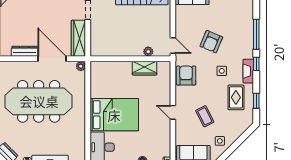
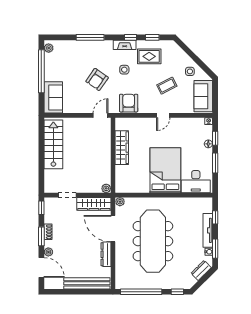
armchair: (211, 42) -> (97, 79), turned 102
plant: (148, 52) -> (106, 188), moved
door: (52, 59) -> (113, 229), hinge flipped
window: (256, 64) -> (130, 37), moved
wardrobe: (145, 68) -> (122, 148), width x1.50
armchair: (186, 75) -> (129, 103), turned 90

